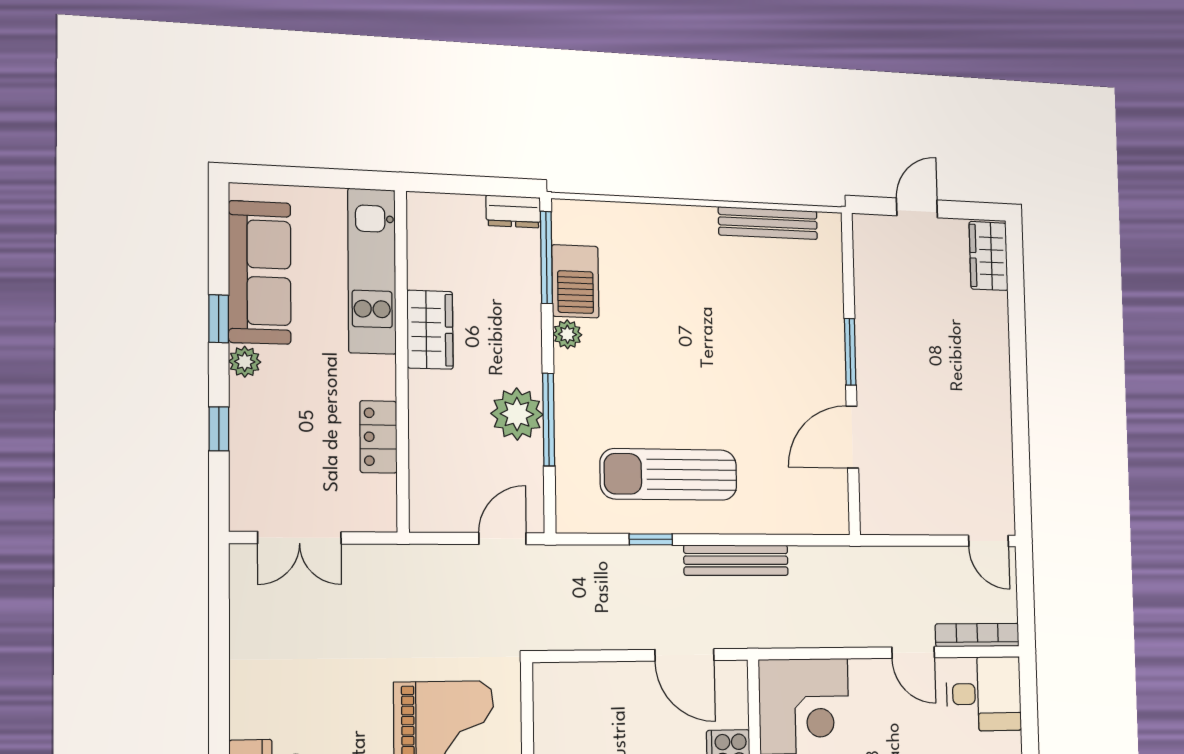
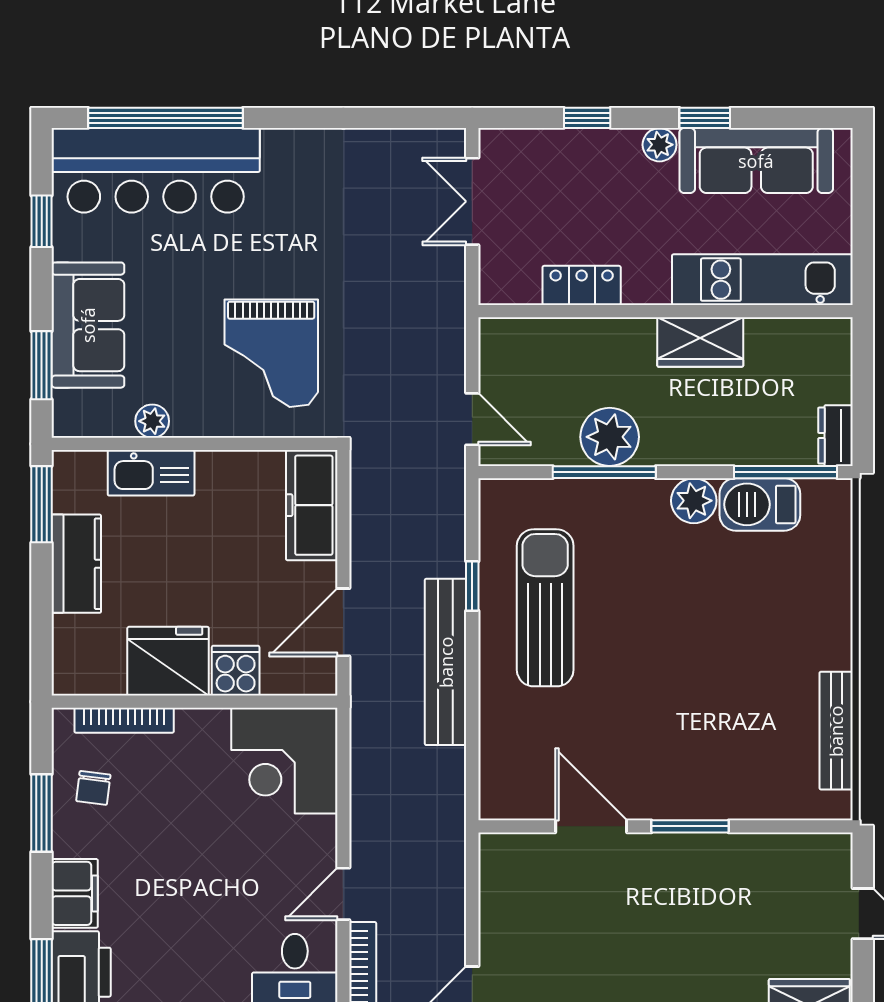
plant: (567, 334) -> (694, 501), width x1.38, depth x1.38
bench: (736, 560) -> (446, 662), width x1.37, depth x1.21
freezer: (582, 685) -> (312, 505), added

